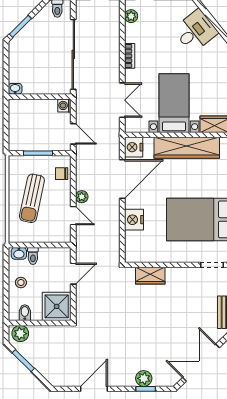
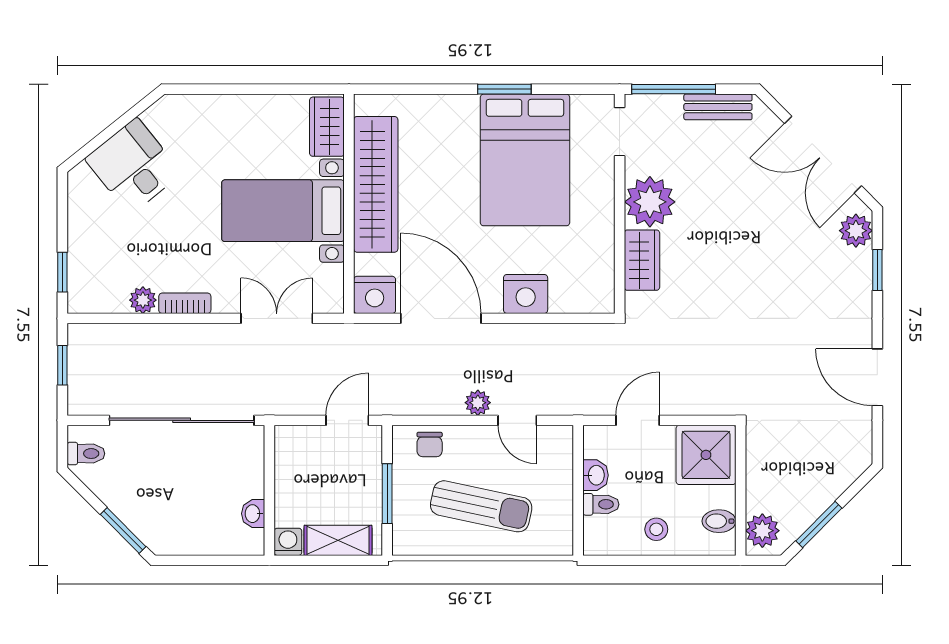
plant: (131, 16) -> (143, 300), moved
washbasin: (15, 89) -> (253, 514), moved
washing machine: (64, 105) -> (288, 542), moved, turned 180
shelving: (16, 130) -> (338, 540), added
door: (73, 216) -> (517, 420), swing flipped
washbasin: (19, 253) -> (596, 475), moved
door: (73, 274) -> (638, 420), hinge flipped
plant: (178, 279) -> (650, 202), added
plant: (144, 378) -> (856, 231), moved

